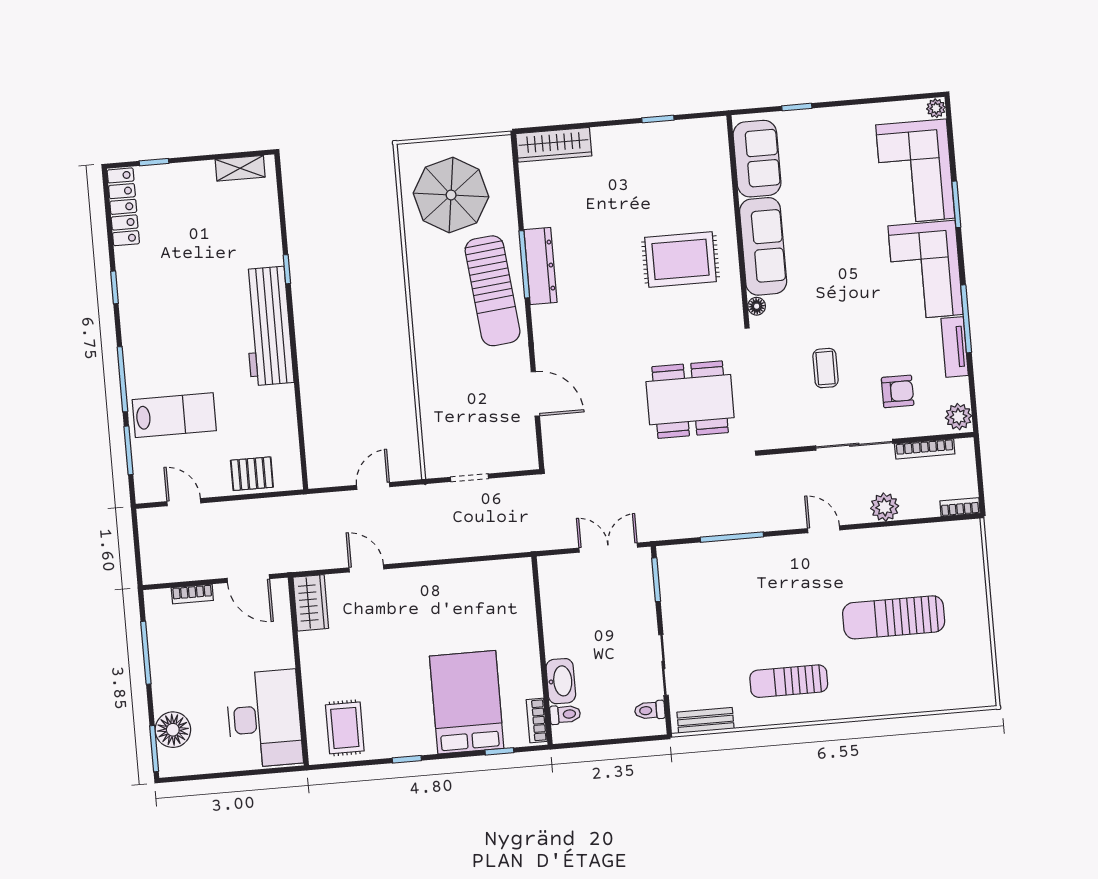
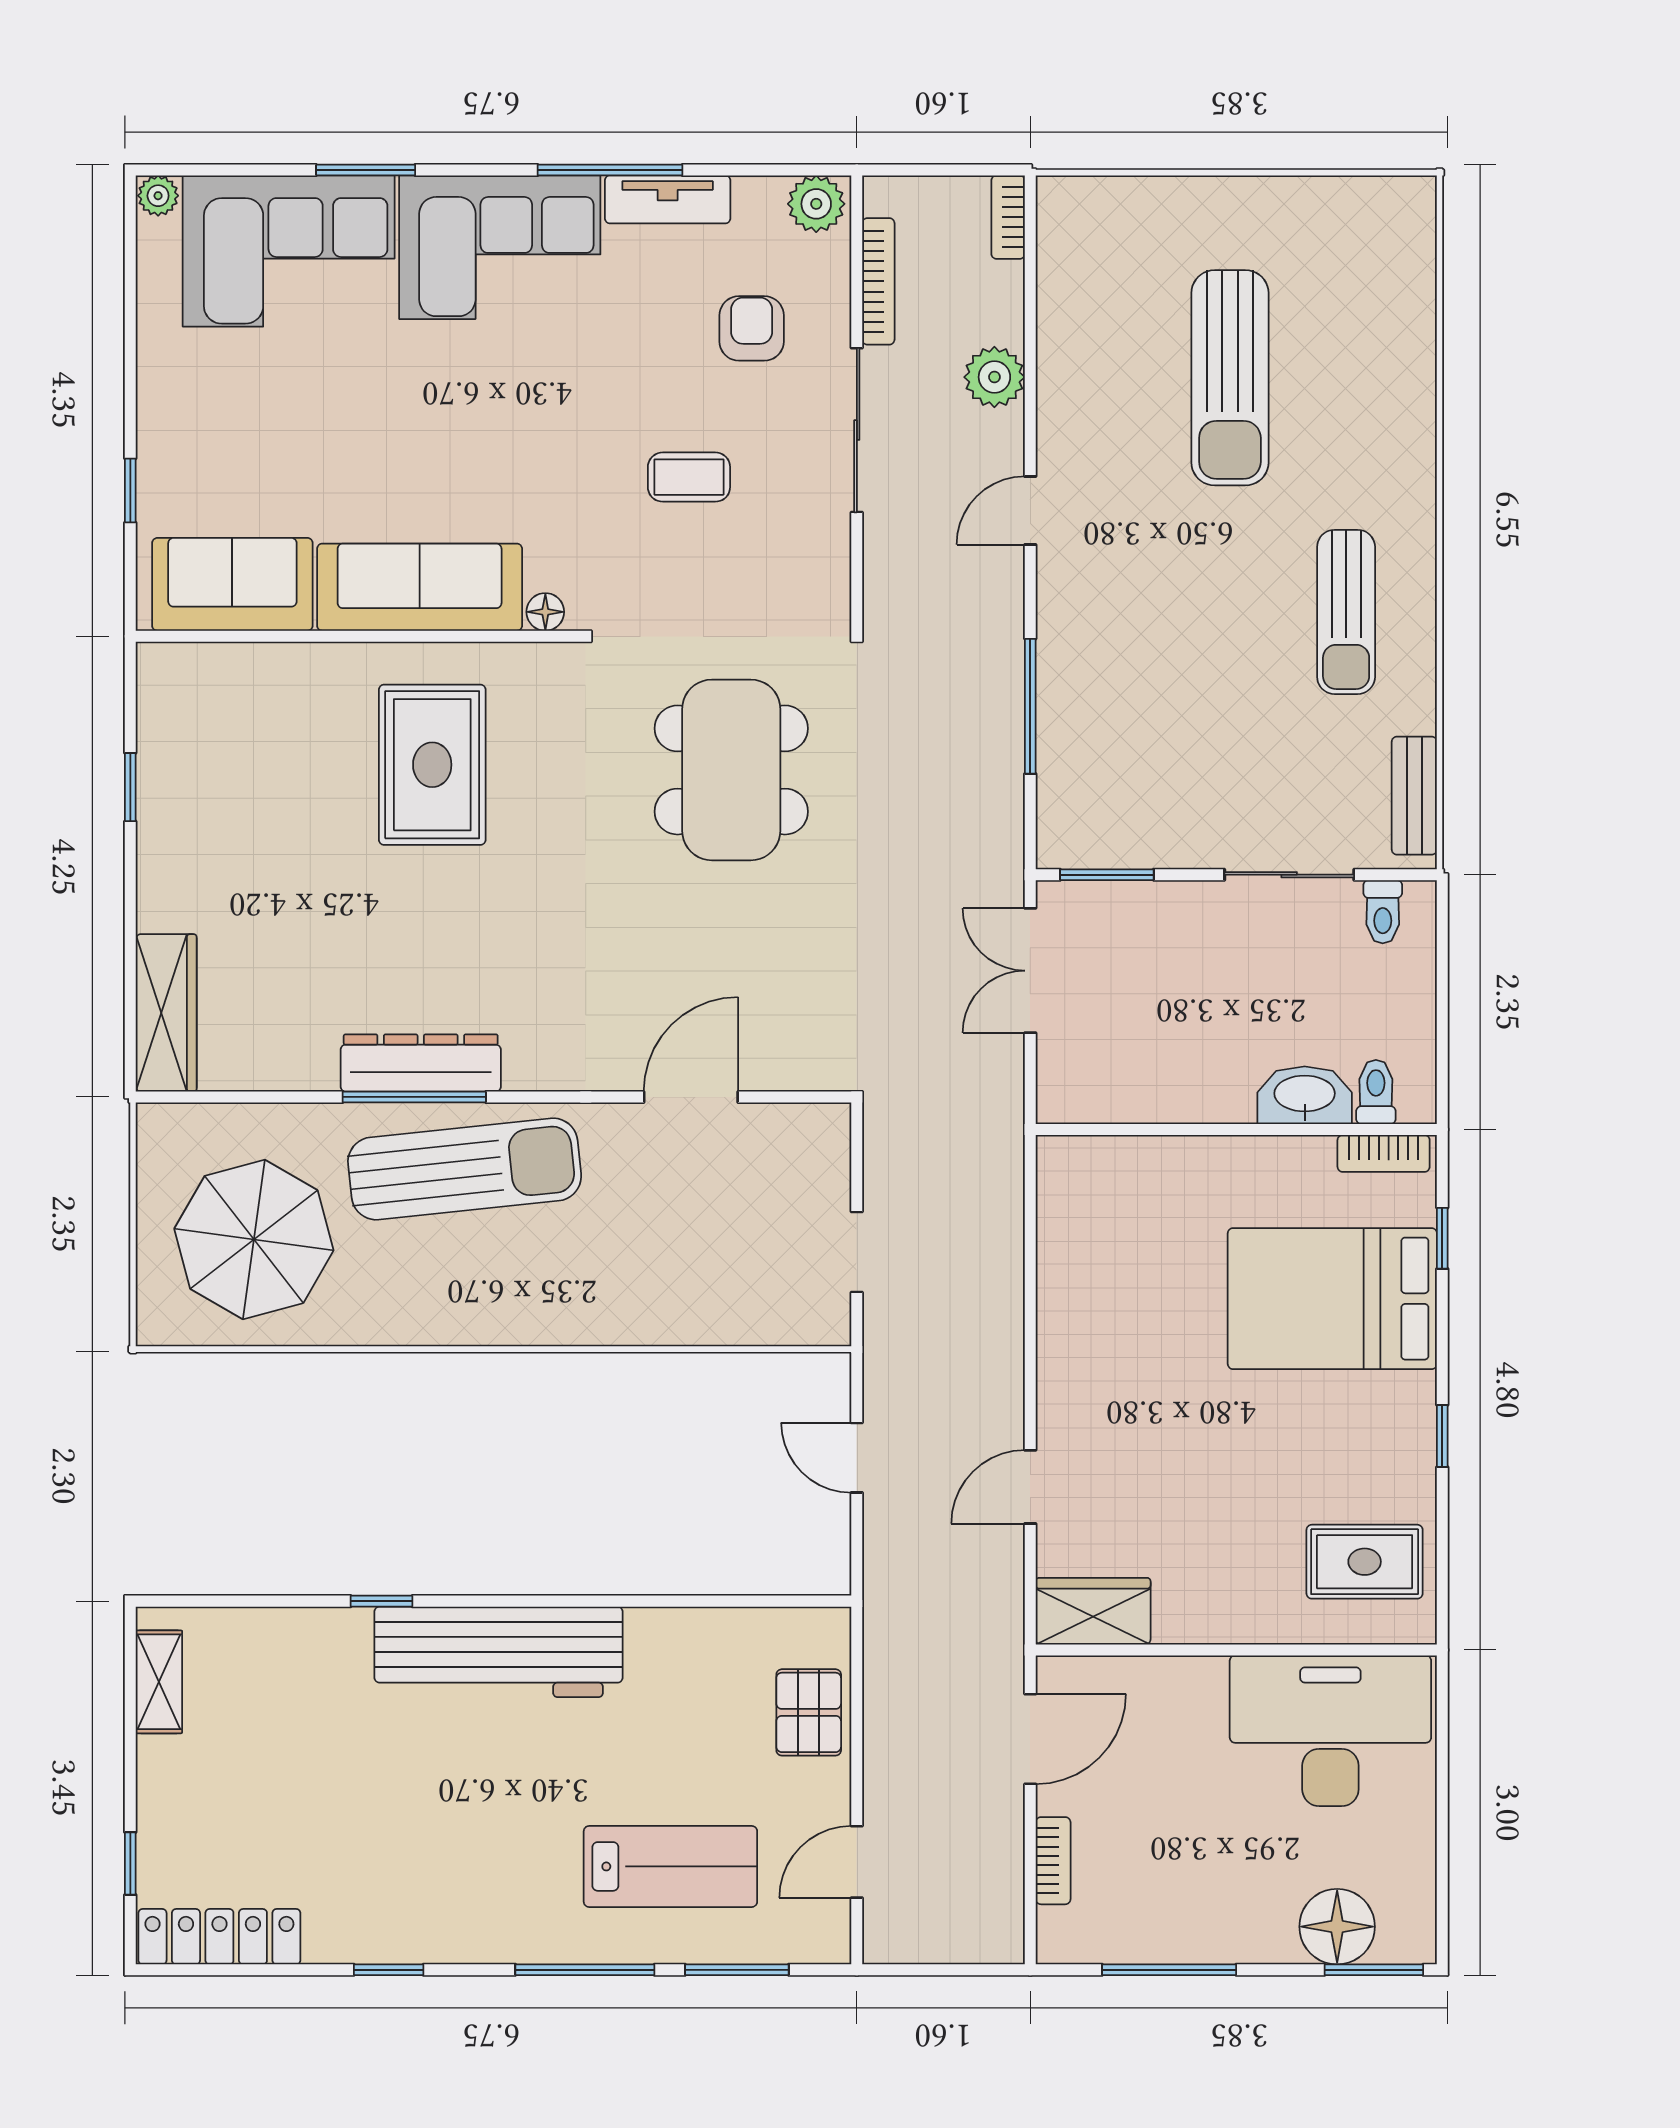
lab bench: (174, 415) -> (670, 1866), turned 90

